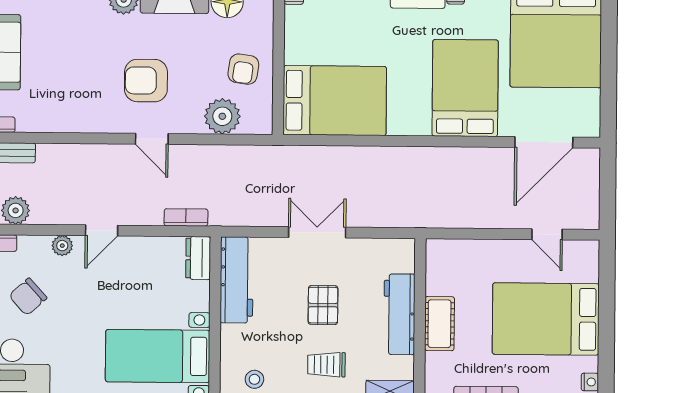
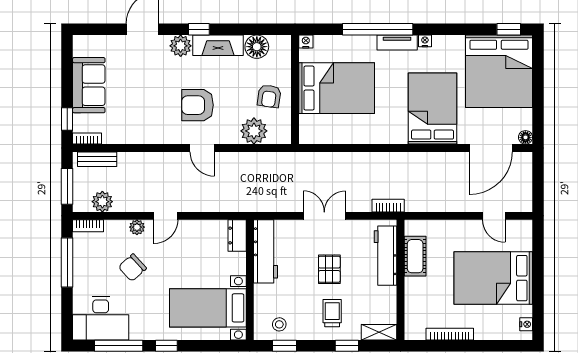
bed: (335, 101) -> (337, 88), moved
floor lamp: (591, 128) -> (525, 137), added
bookcase: (186, 217) -> (388, 206), moved
chair: (28, 297) -> (132, 268), moved
workbench: (399, 314) -> (386, 256), moved
cot: (439, 324) -> (415, 256), moved
trolley: (326, 365) -> (332, 313), turned 90

